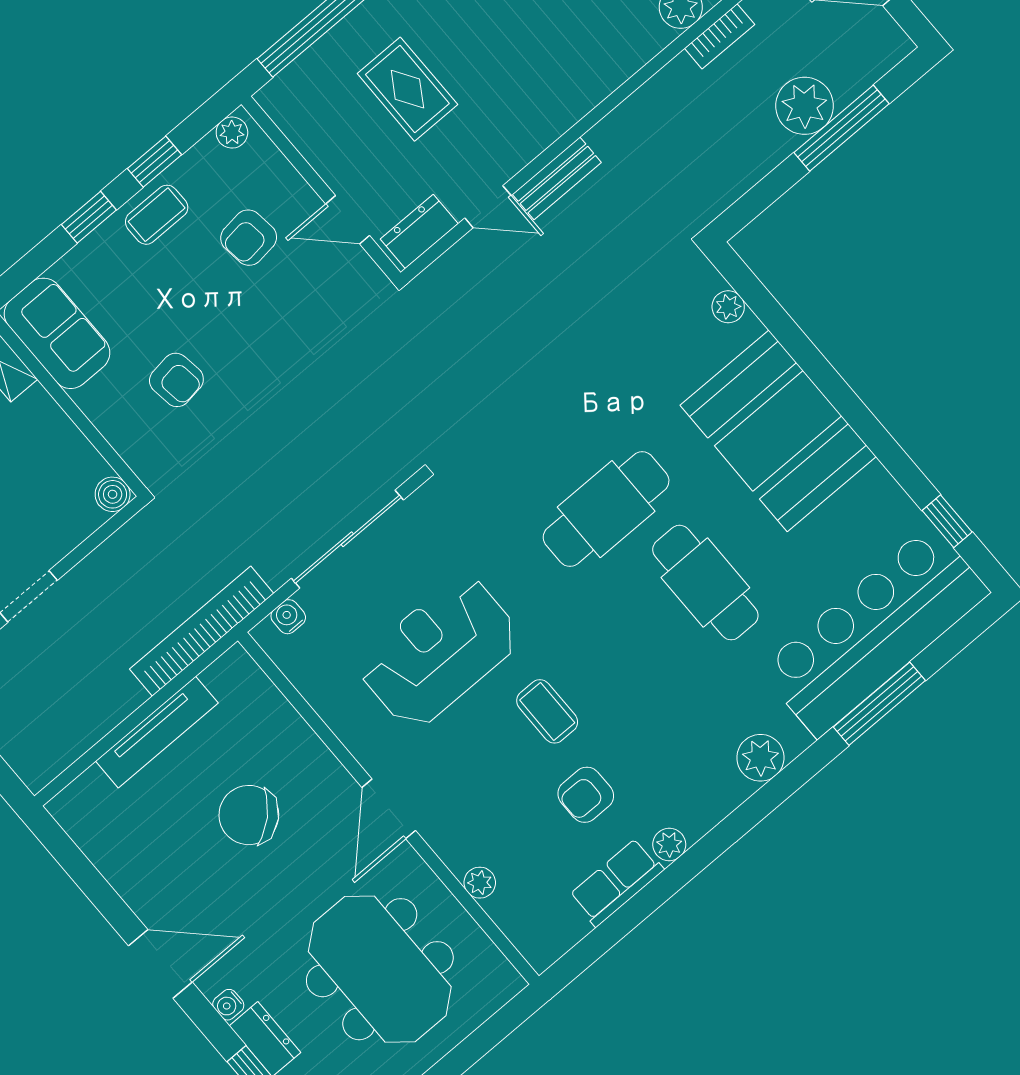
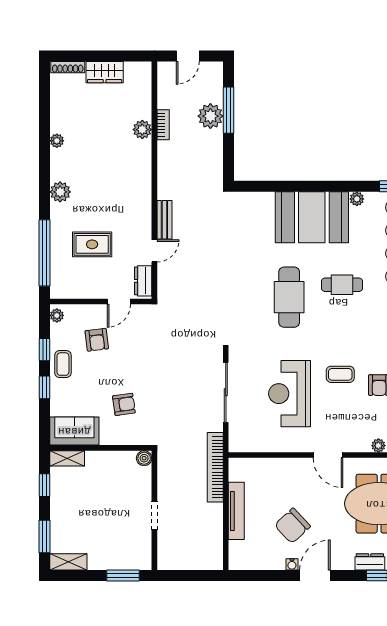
plant: (728, 307) -> (357, 199), moved
cafe table: (705, 583) -> (342, 285), width x0.73, depth x0.74
water cooler: (288, 617) -> (235, 434), removed
chair: (249, 815) -> (292, 526), moved
water cooler: (228, 1005) -> (292, 564), moved

